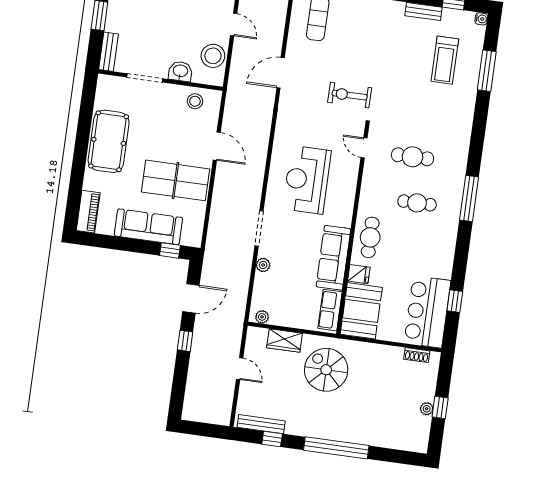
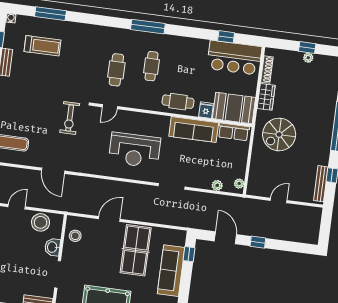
plant: (263, 265) -> (217, 185), moved
wardrobe: (284, 340) -> (266, 97), moved
shoe rack: (417, 355) -> (267, 70), width x1.43

